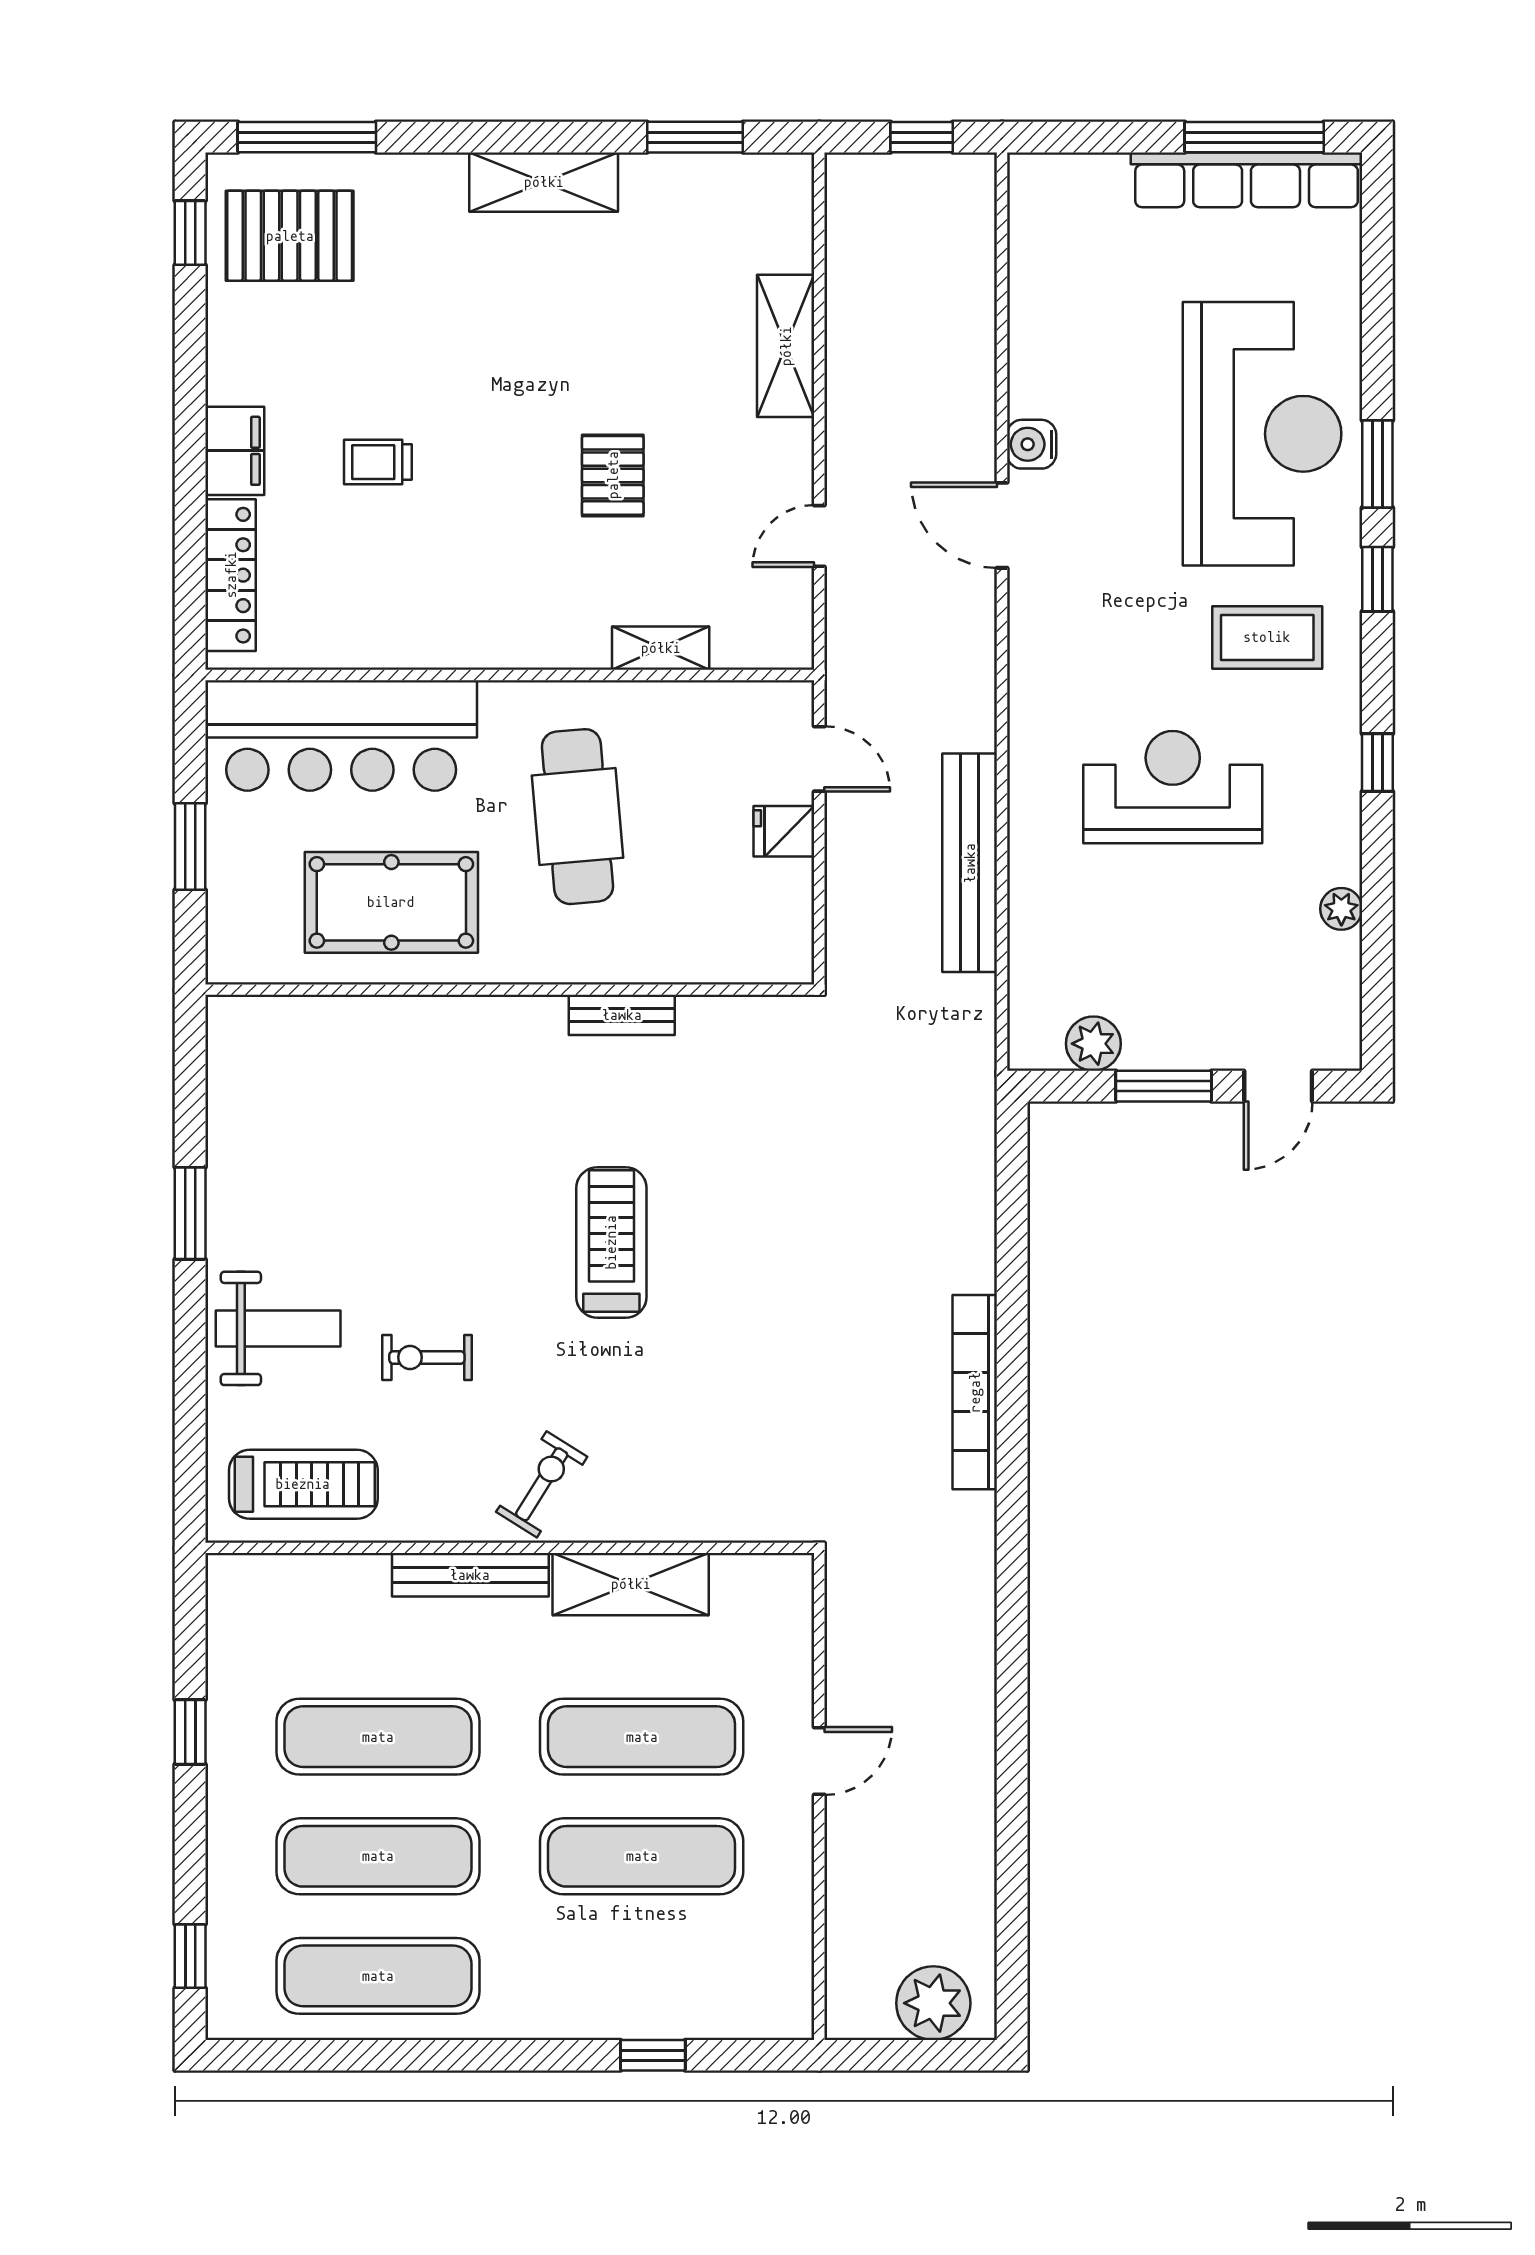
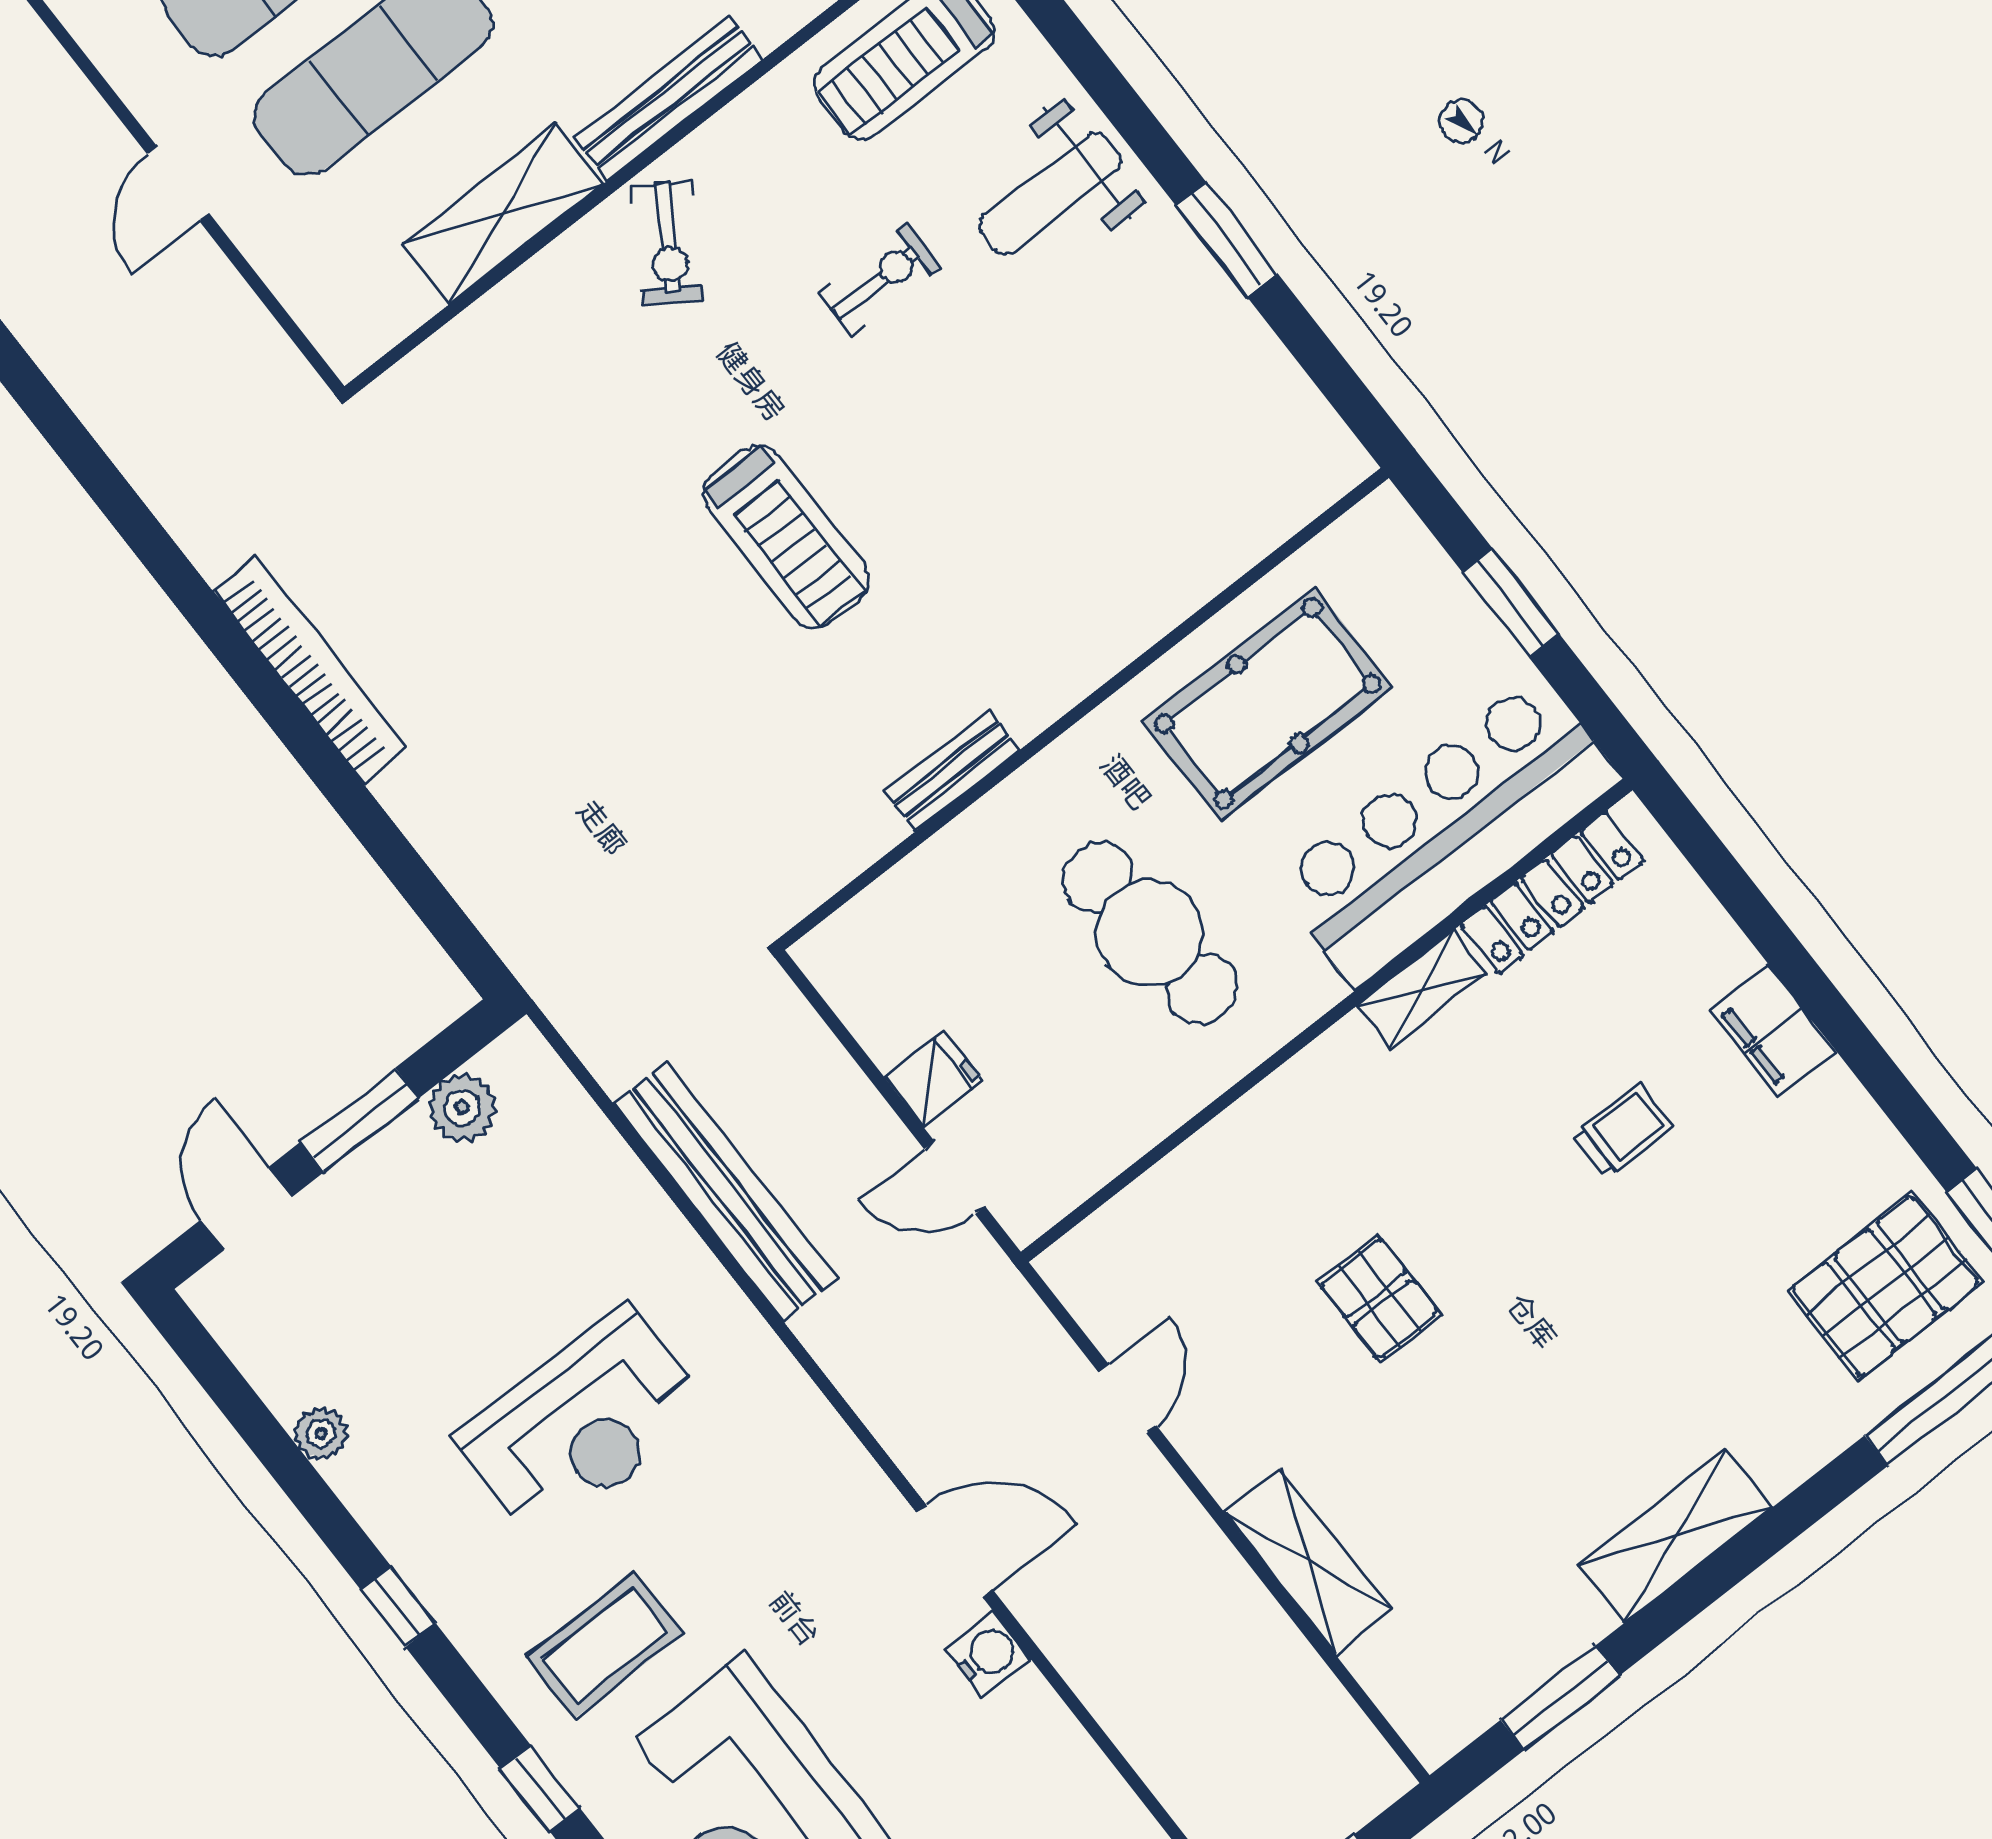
locker: (231, 575) -> (1552, 893), moved, turned -90
shelving: (661, 648) -> (1422, 989), moved

